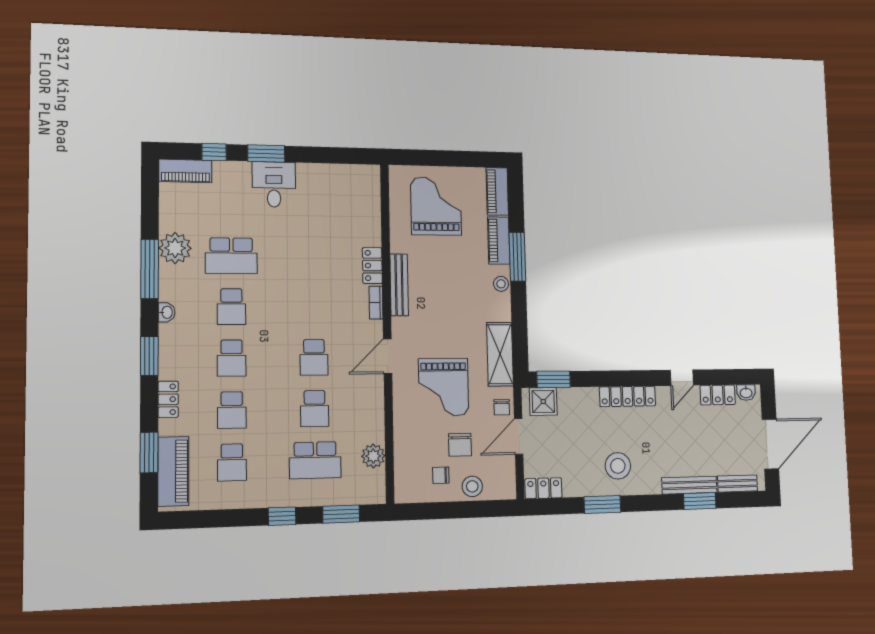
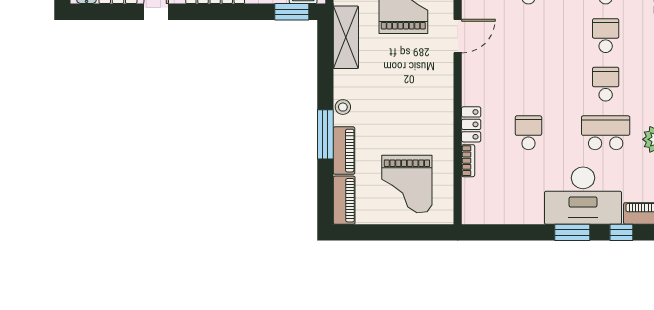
desk: (274, 184) -> (583, 196), width x1.87, depth x1.30
bench: (399, 285) -> (445, 106), removed
bookcase: (376, 303) -> (468, 161), moved
school desk: (314, 357) -> (528, 133), moved

